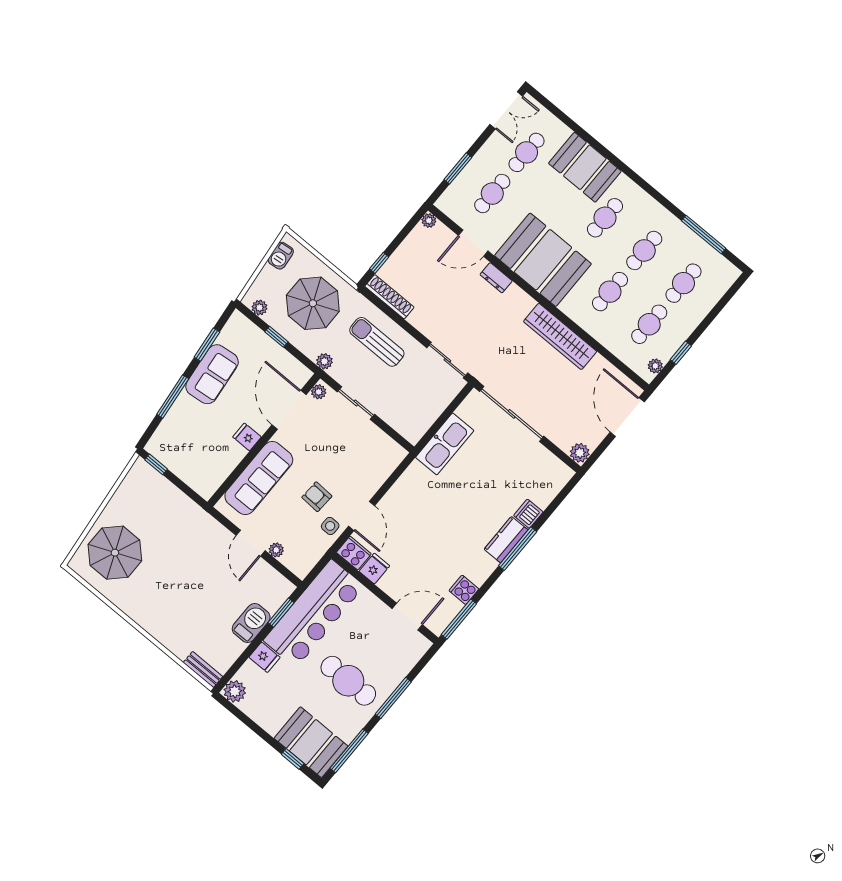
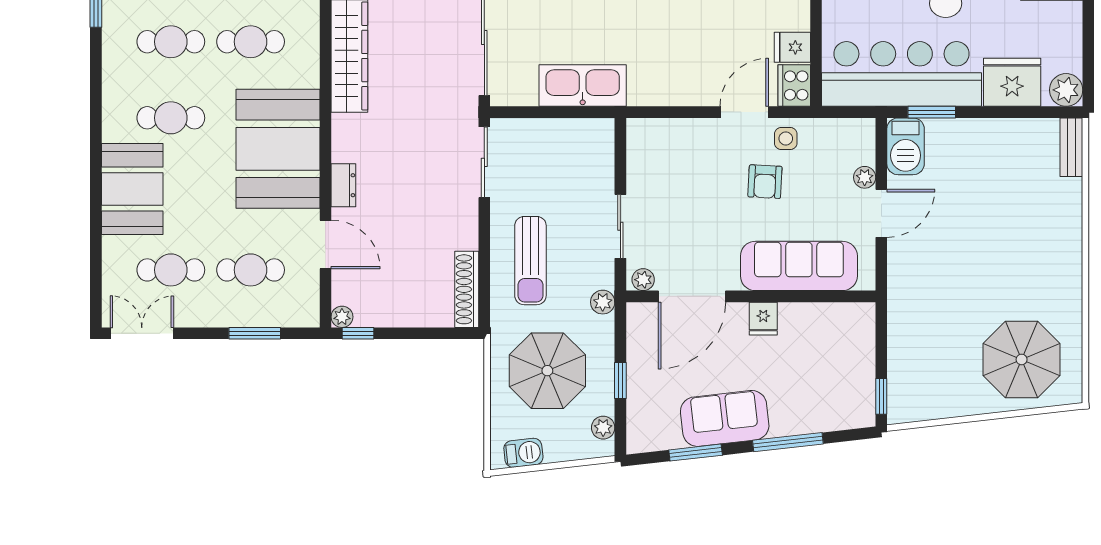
window: (379, 263) -> (358, 333), moved
barbecue: (251, 623) -> (906, 146), moved, turned -90
fridge: (264, 657) -> (1012, 82), width x1.88, depth x1.34

